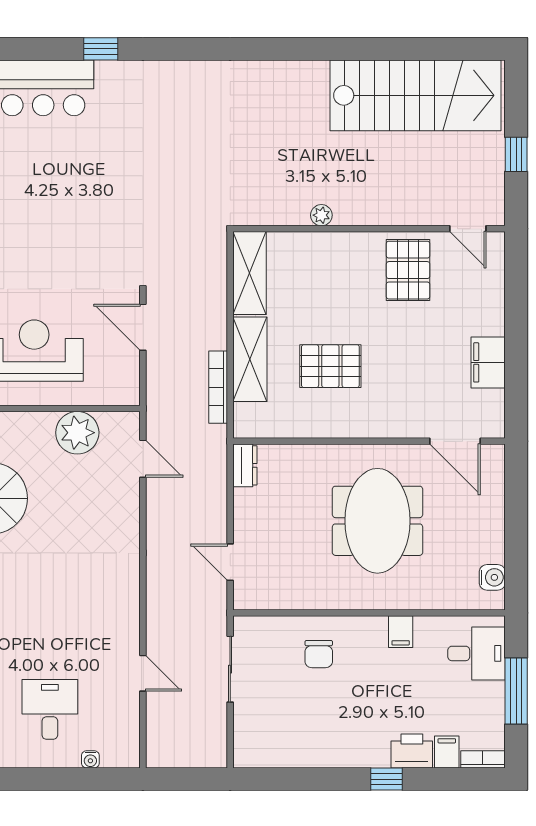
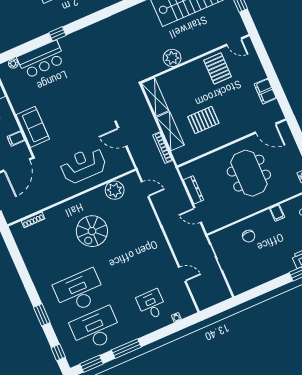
plant: (321, 215) -> (172, 58), width x1.87, depth x1.87
dresser: (245, 465) -> (194, 190), moved, width x1.44

